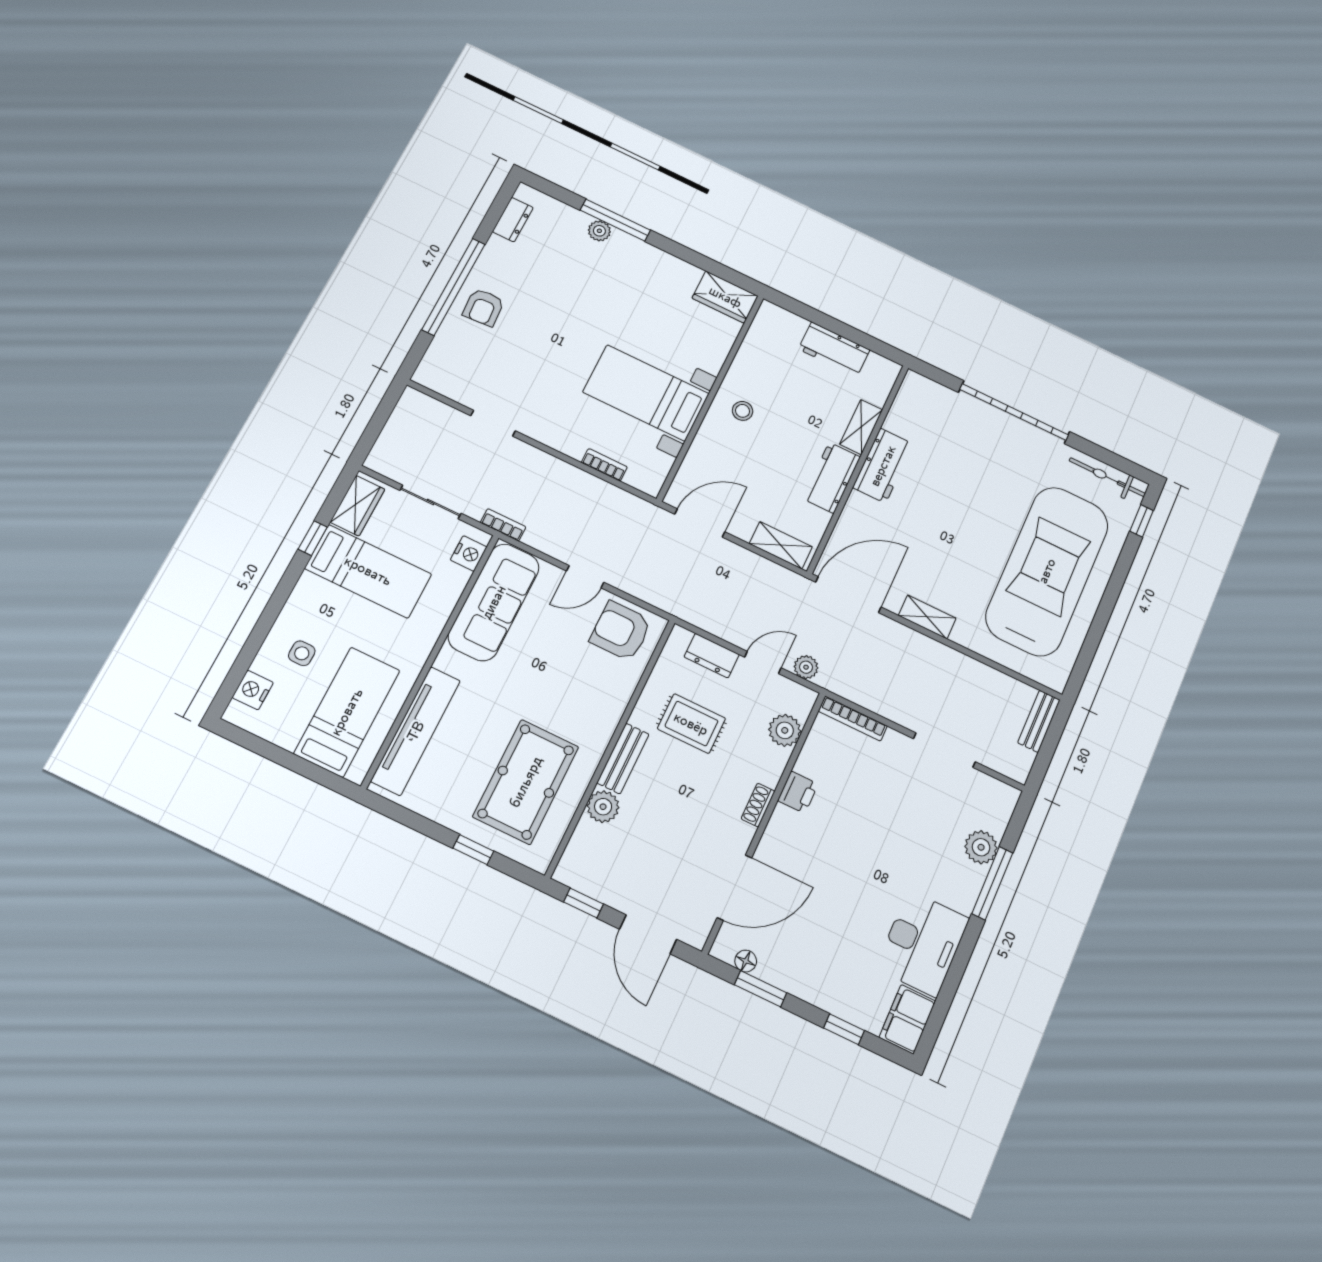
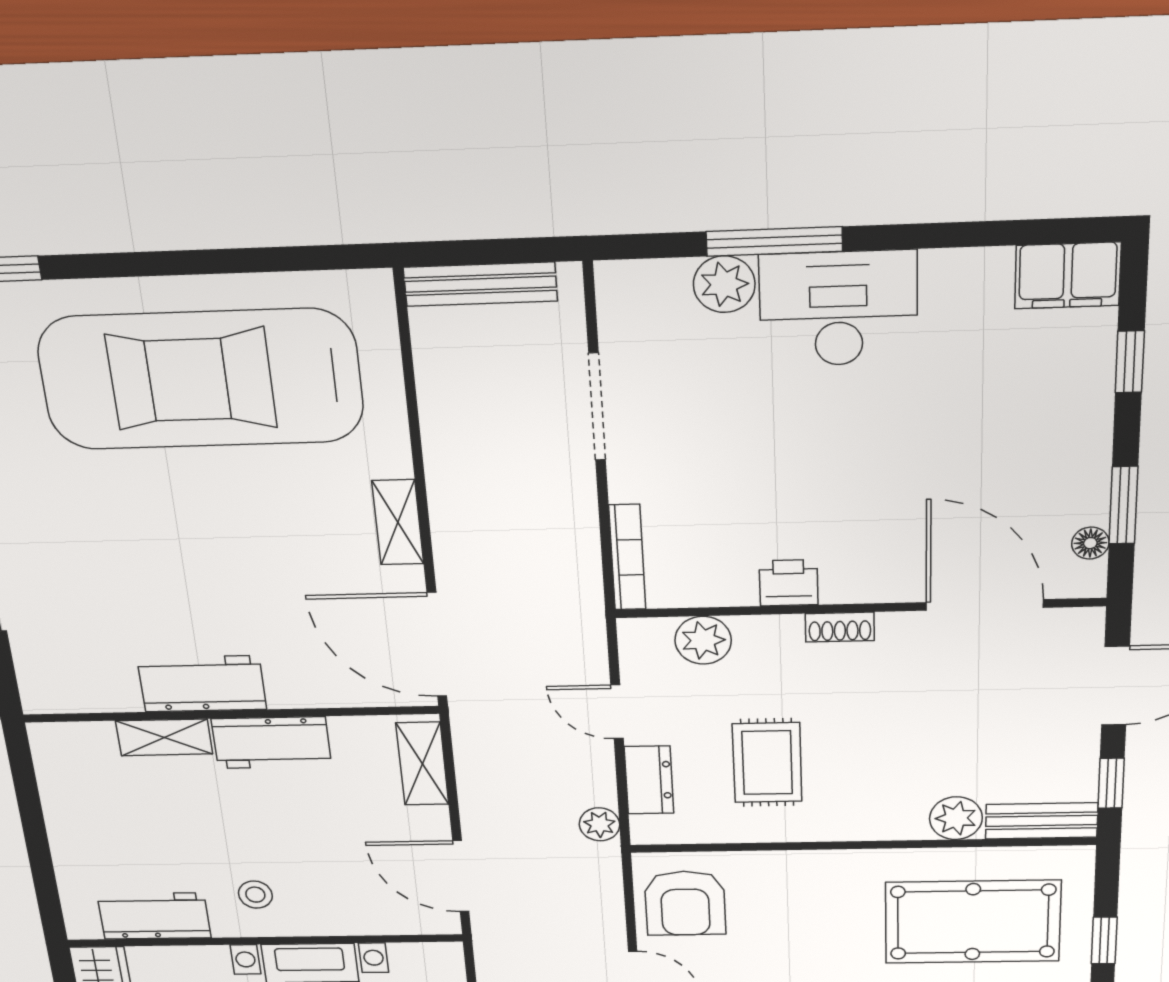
workbench: (834, 349) -> (154, 916), moved, turned -90
plant: (806, 667) -> (600, 824), moved
bench: (1039, 721) -> (480, 284), width x1.36
bench: (623, 758) -> (1042, 821), moved
desk: (922, 943) -> (838, 309), moved

